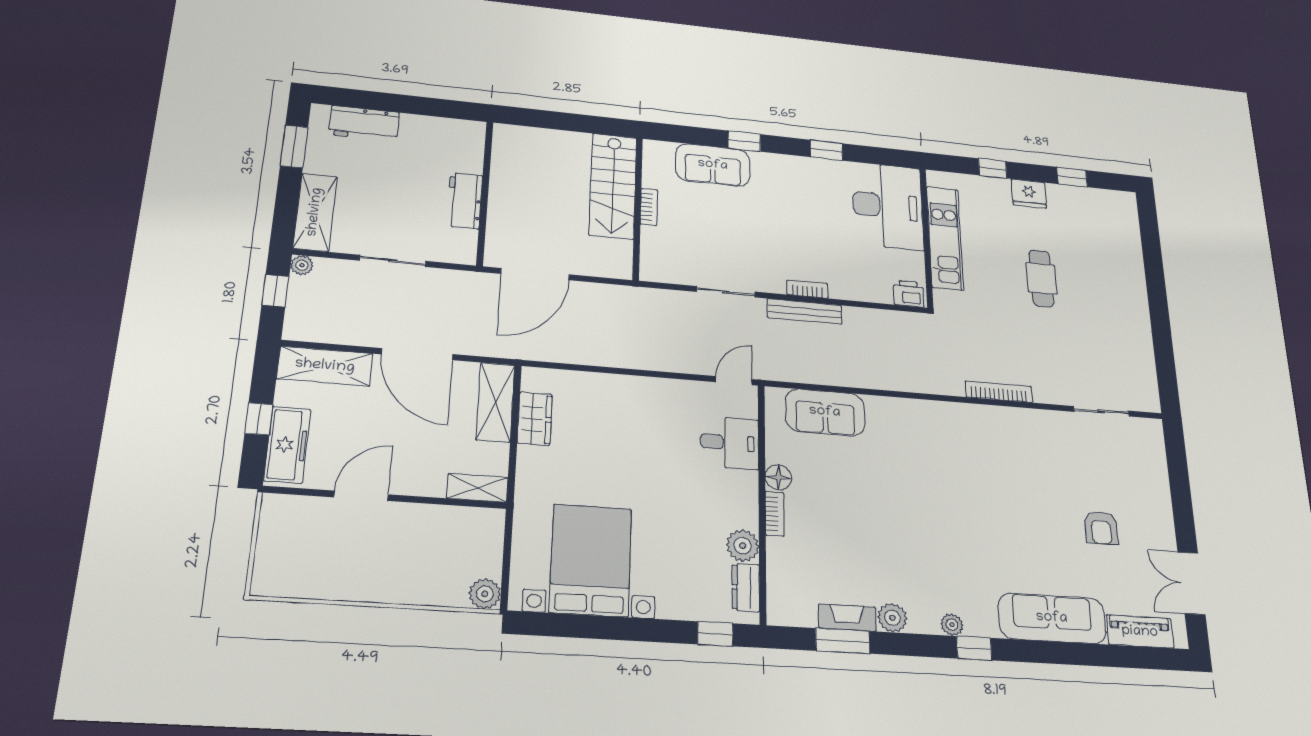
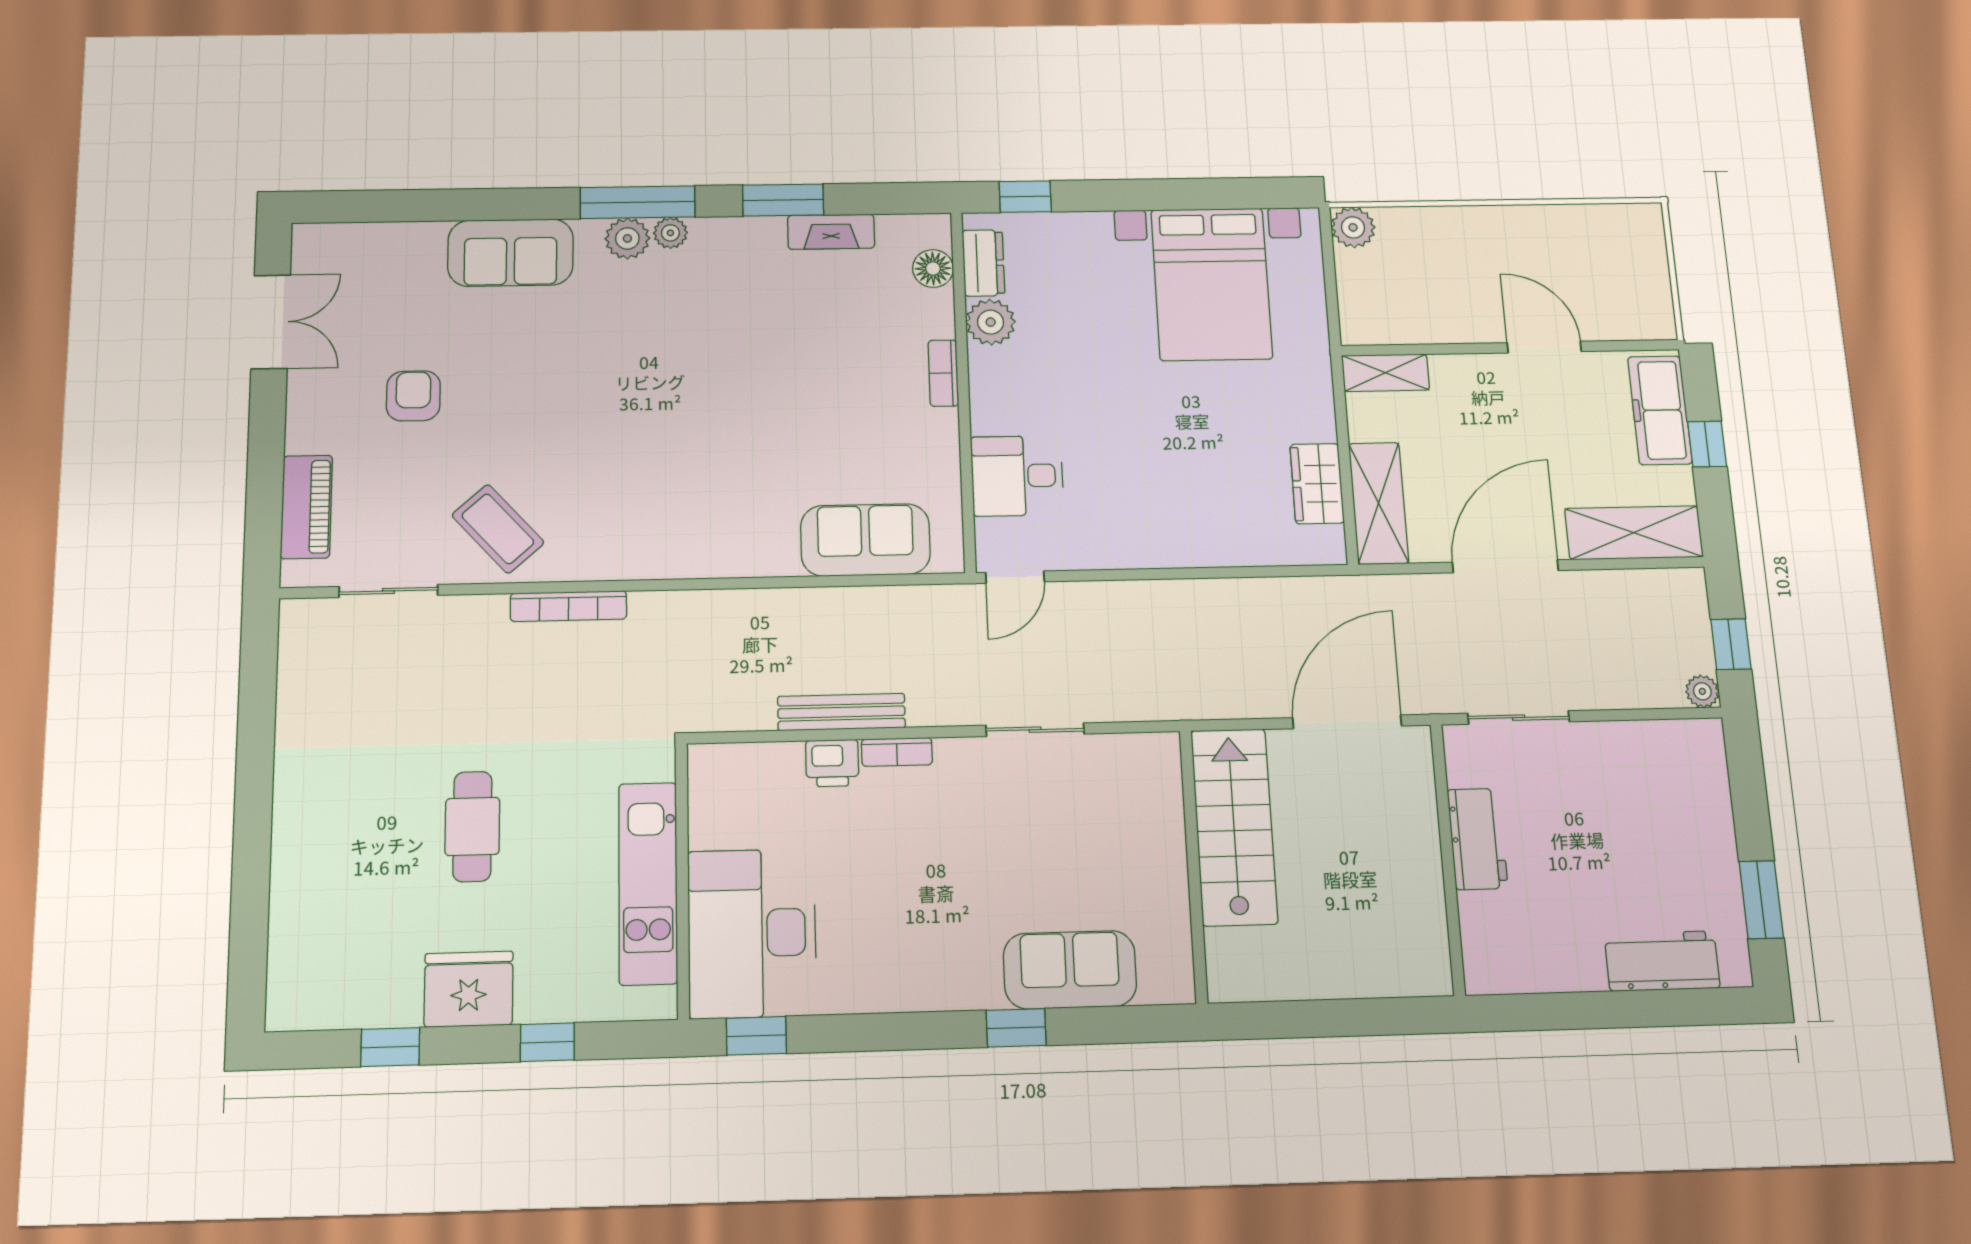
window: (826, 150) -> (756, 1036), moved
stairs: (613, 186) -> (1234, 827), moved
fridge: (1029, 194) -> (469, 989), width x1.36, depth x1.34
bookcase: (649, 207) -> (1174, 871), removed
shelving: (315, 212) -> (1703, 785), removed
sliding door: (393, 261) -> (1519, 718), moved
printer: (909, 294) -> (832, 763), moved
bench: (805, 311) -> (841, 712), moved
door: (417, 354) -> (1505, 566), hinge flipped
coffee table: (1043, 441) -> (498, 529), added
floor lamp: (778, 477) -> (933, 269), moved
door: (361, 496) -> (1544, 347), swing flipped
plant: (892, 618) -> (627, 238), moved
sofa: (1052, 618) -> (511, 253), width x0.73
piano: (1140, 632) -> (306, 507), moved, turned -90
window: (843, 641) -> (783, 200), moved
window: (974, 648) -> (638, 202), width x2.17

